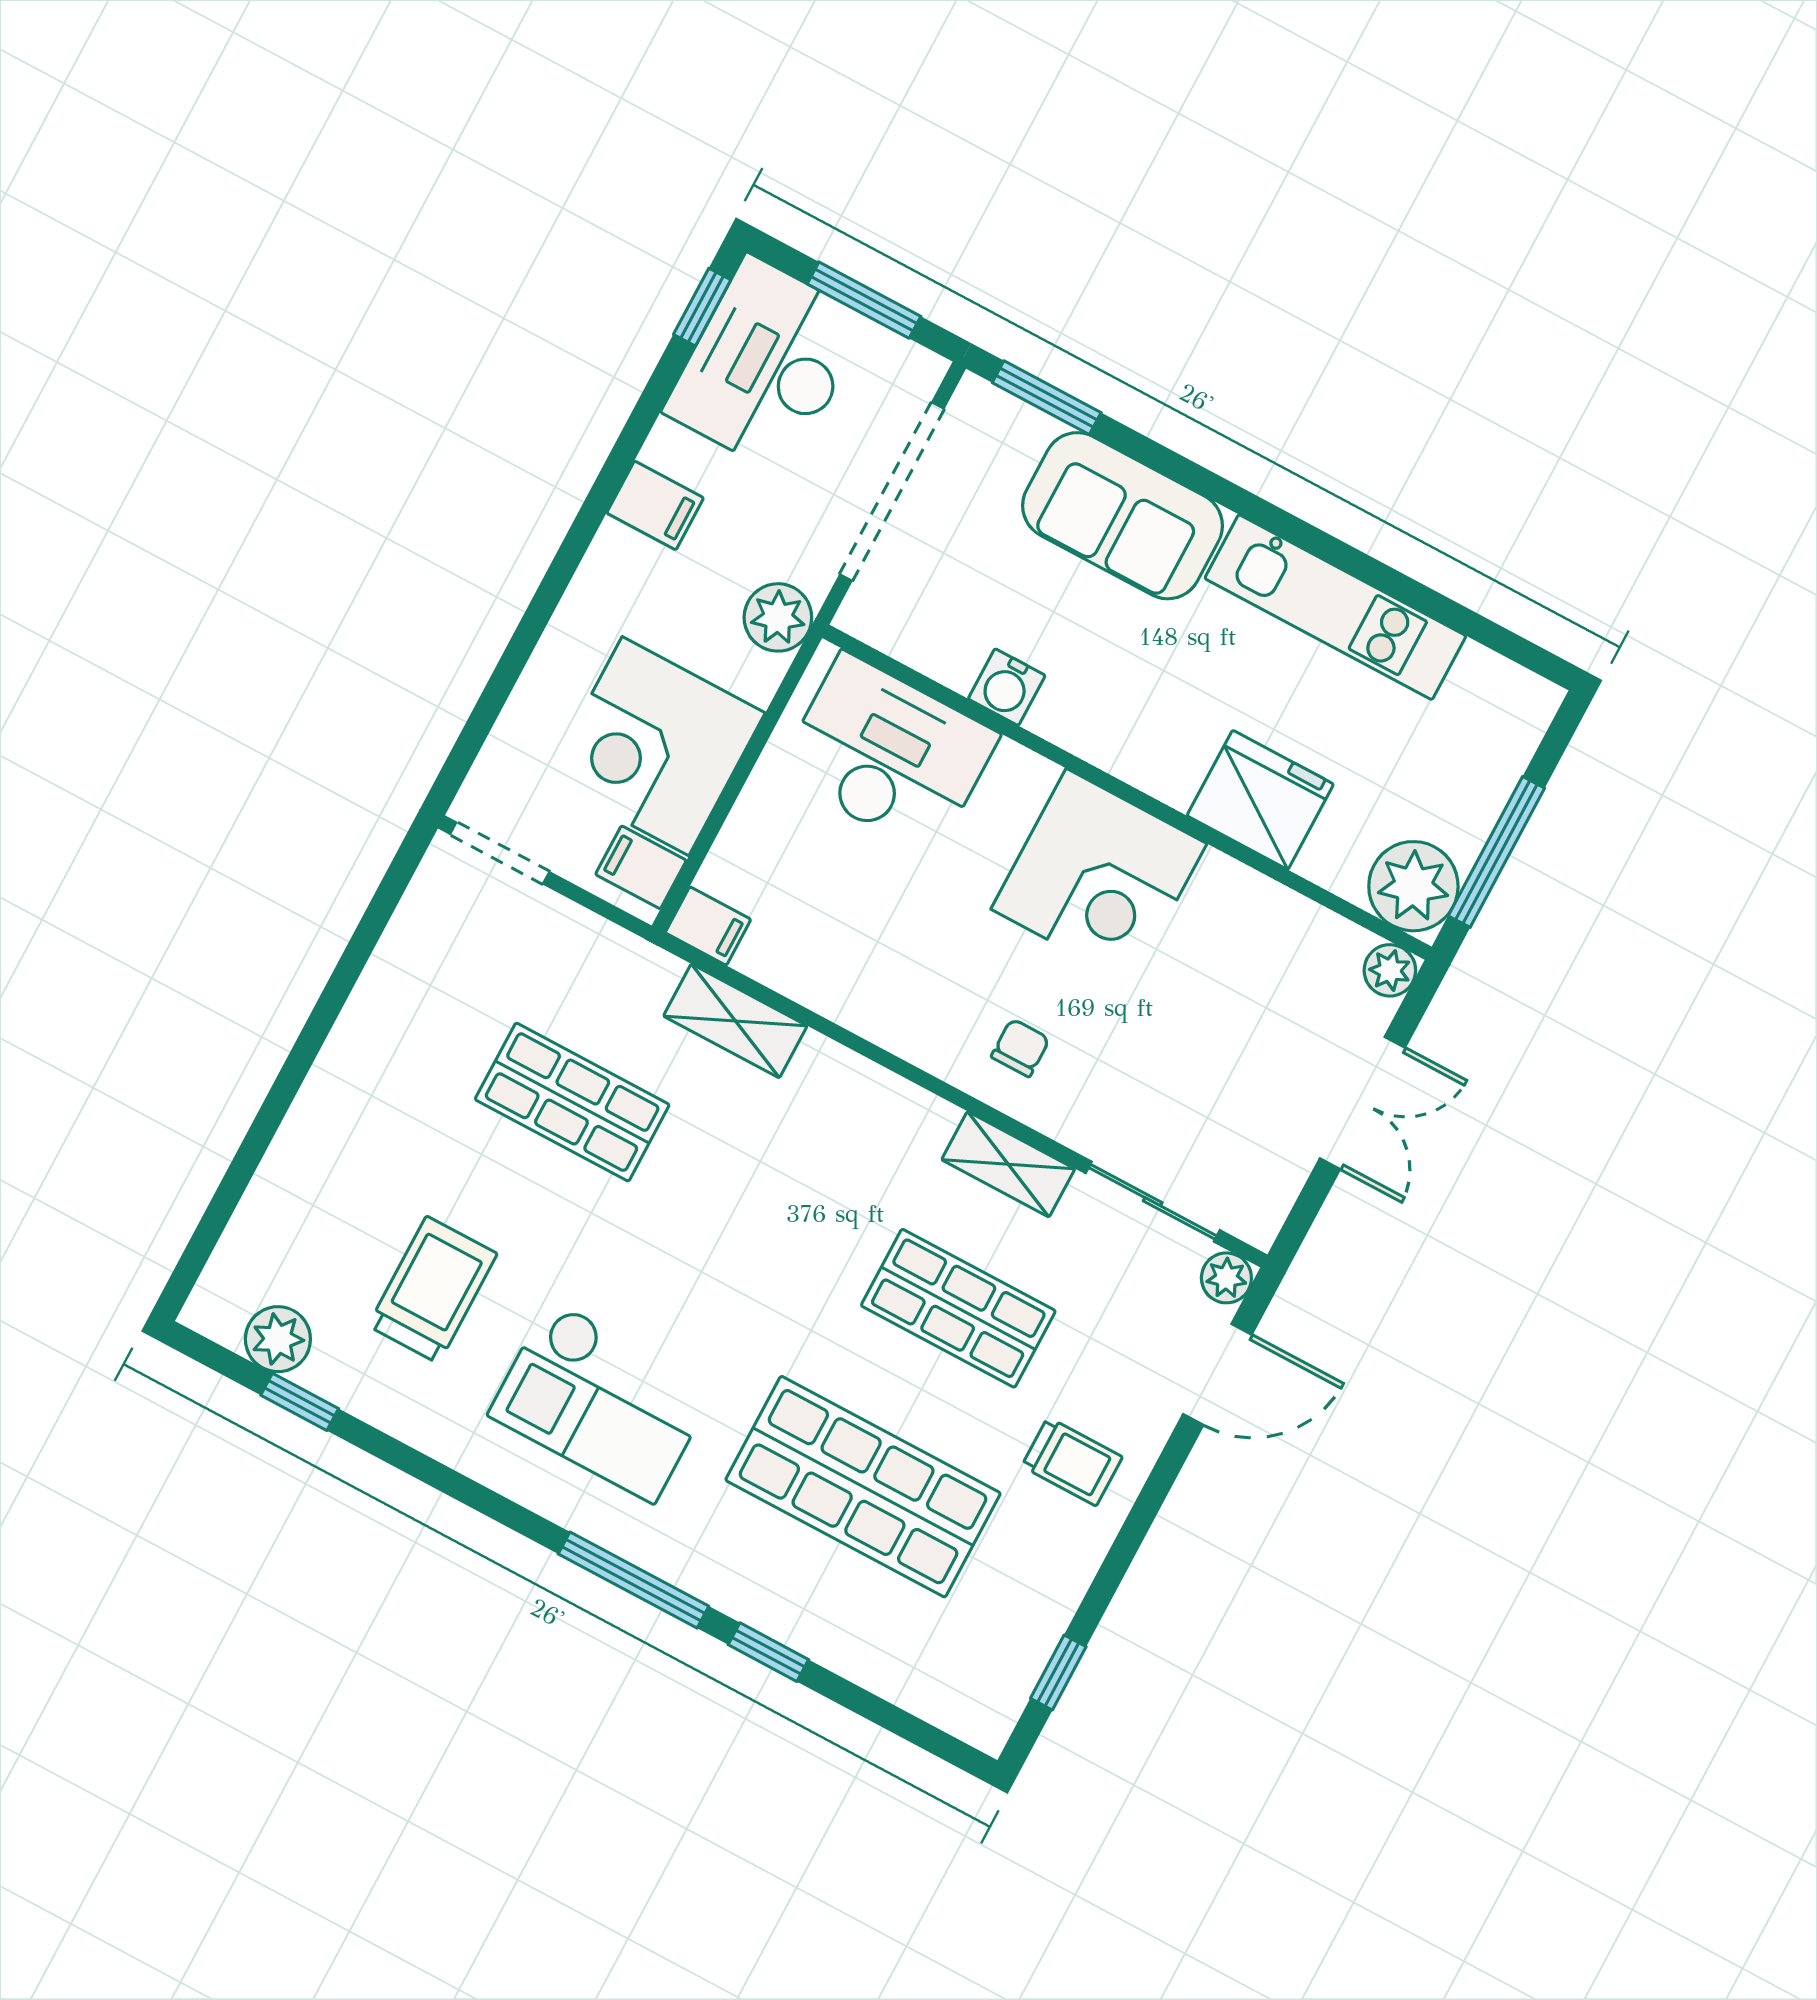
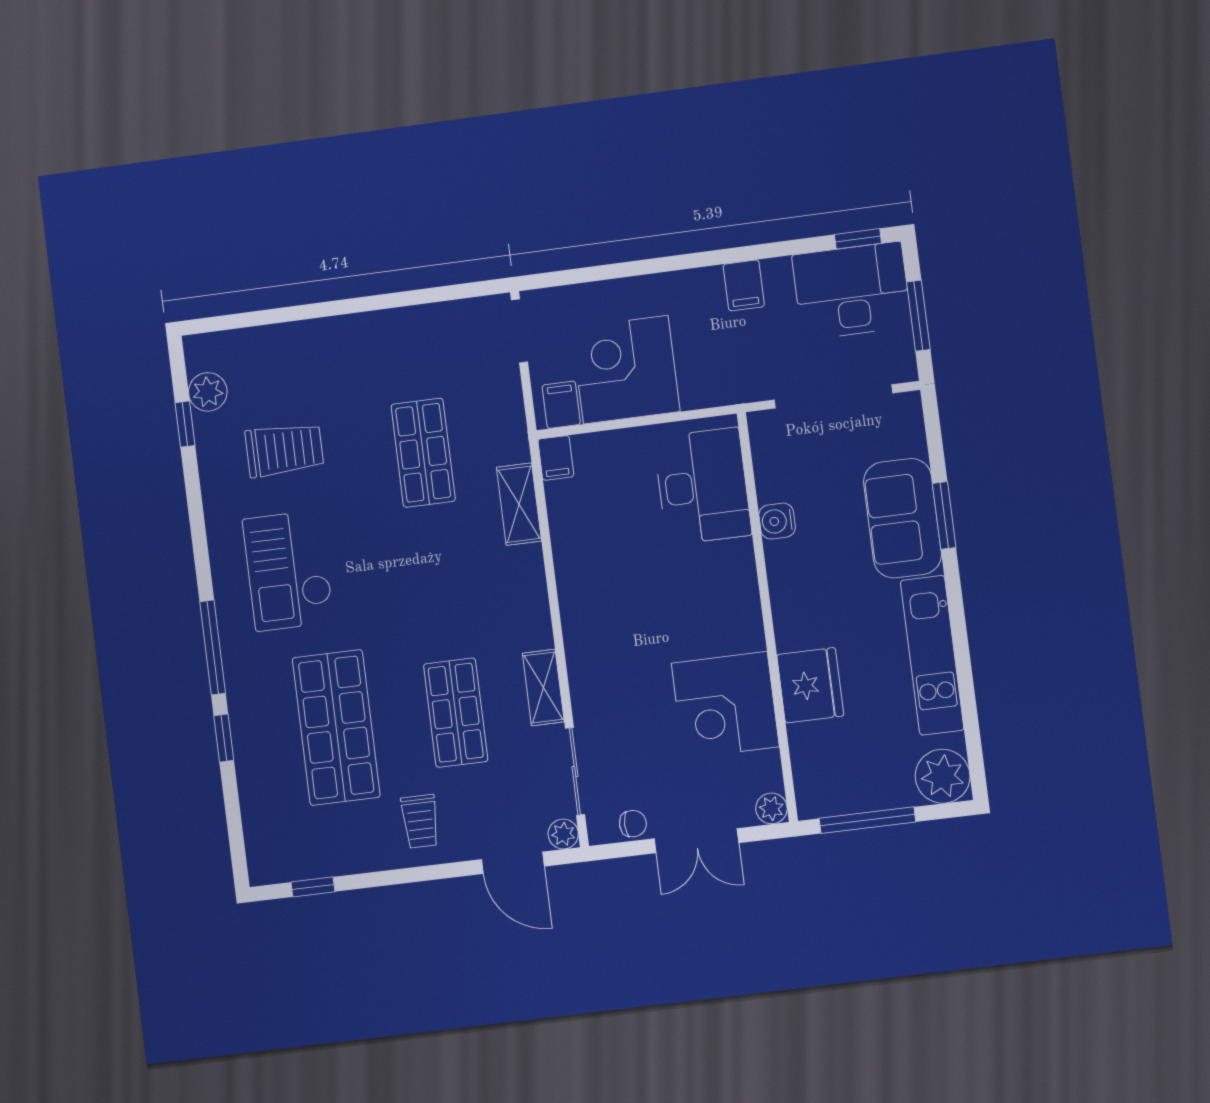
window: (1047, 398) -> (944, 515), moved
plant: (778, 617) -> (731, 385), removed
corner desk: (1099, 876) -> (725, 705), moved
plant: (1413, 886) -> (943, 776), moved
chair: (1020, 1048) -> (633, 824), moved

